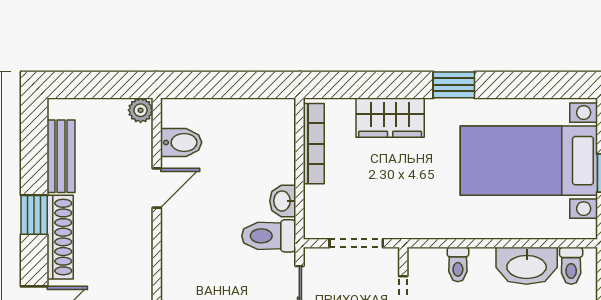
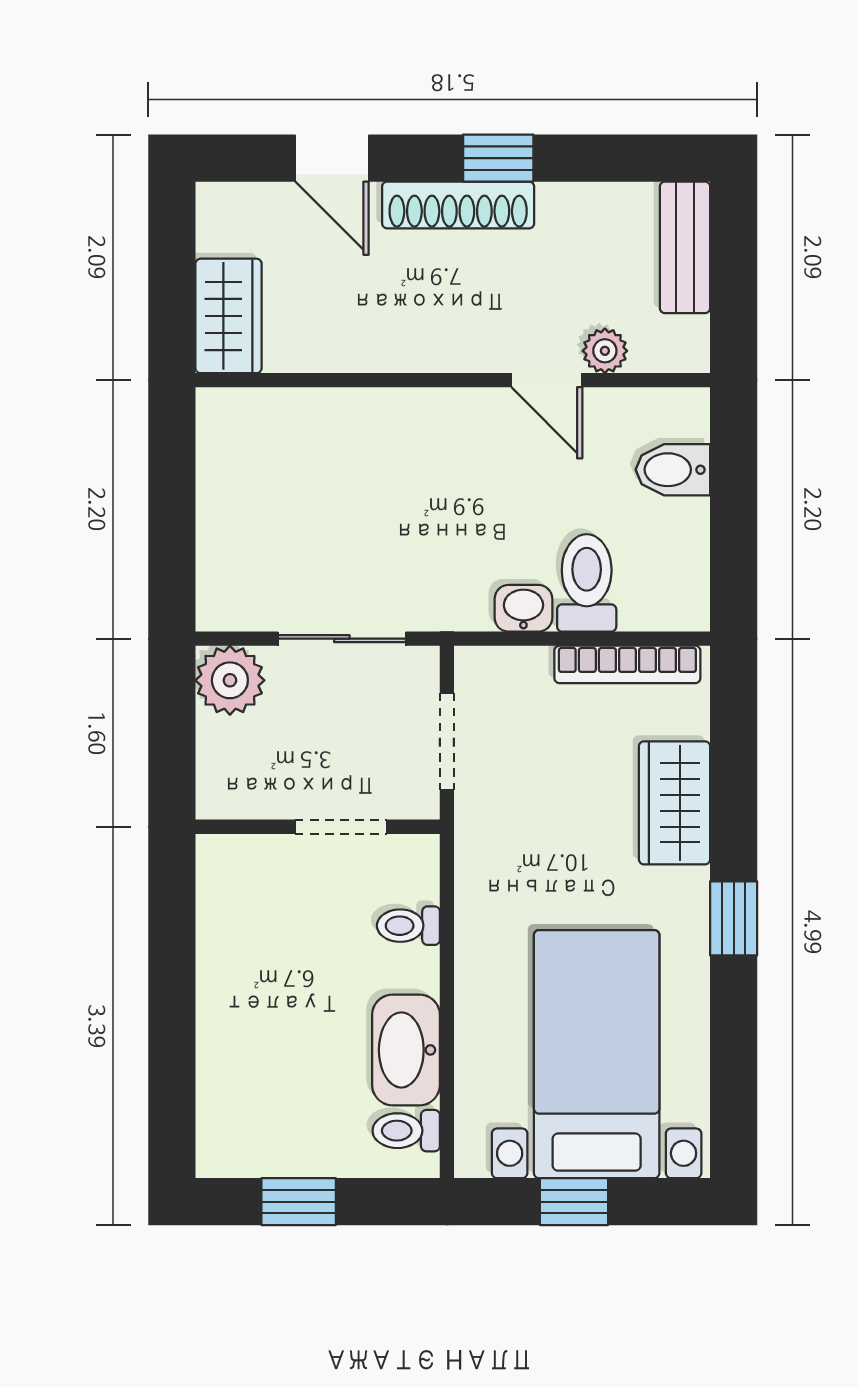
plant: (141, 110) -> (605, 351), moved
bidet: (181, 142) -> (673, 470), moved, turned 90
bench: (61, 156) -> (685, 247), moved, turned 90
toilet: (269, 236) -> (587, 583), moved

